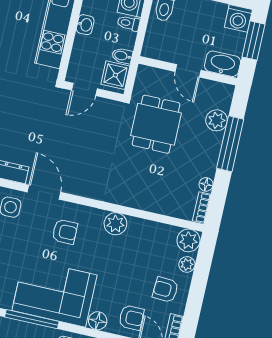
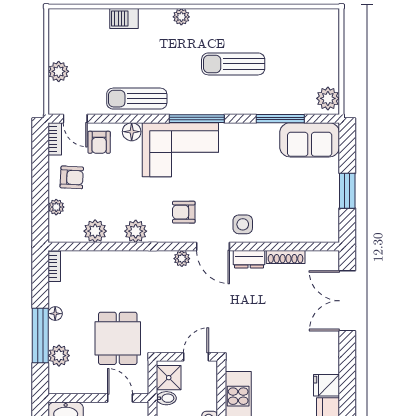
door: (188, 71) -> (120, 398), moved
floor lamp: (206, 184) -> (55, 314), moved
plant: (77, 187) -> (182, 259), added
plant: (188, 240) -> (95, 231), moved
armchair: (131, 318) -> (99, 142), turned -90

